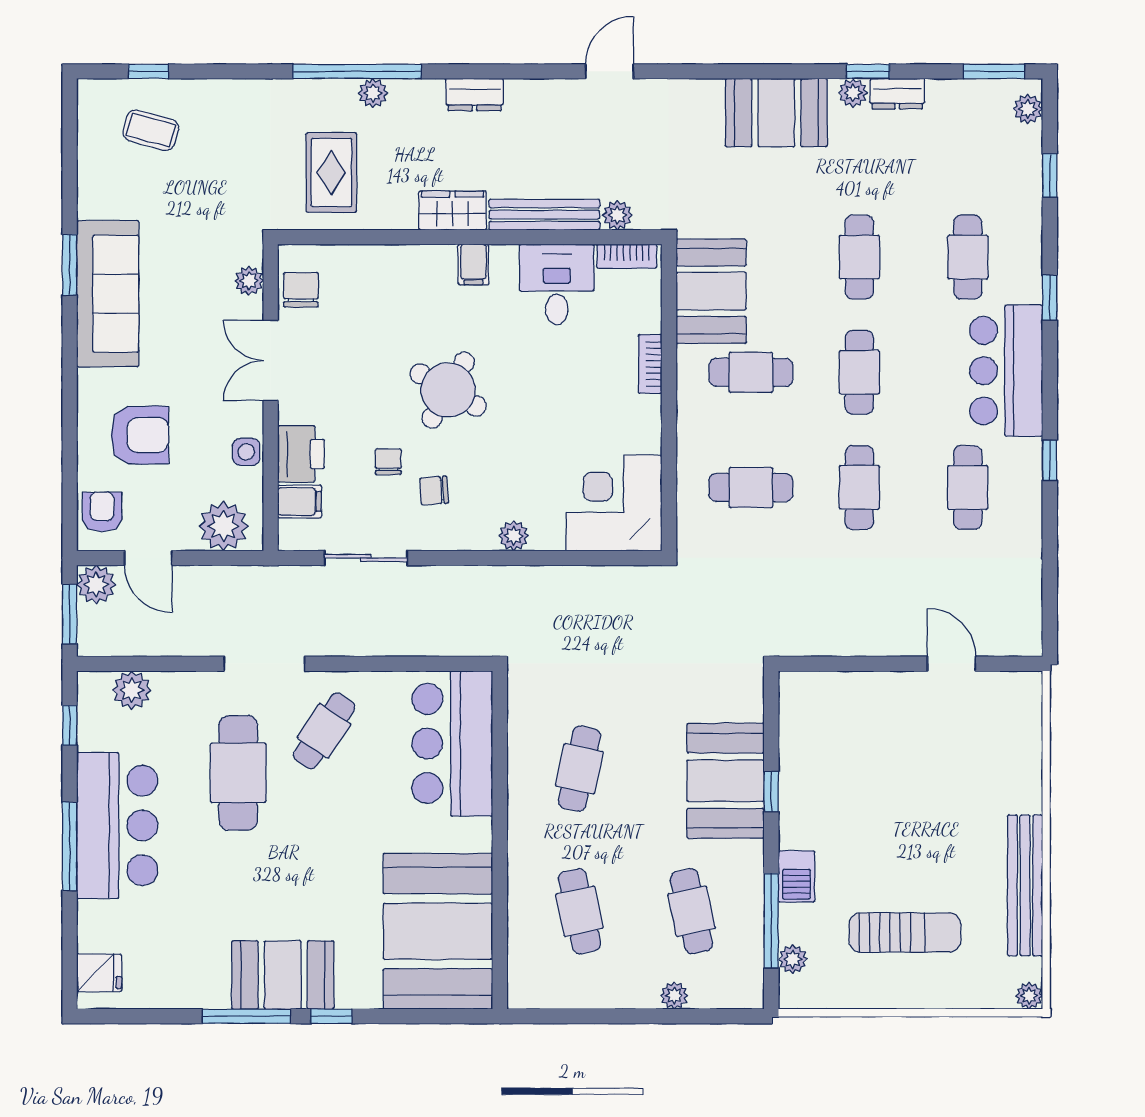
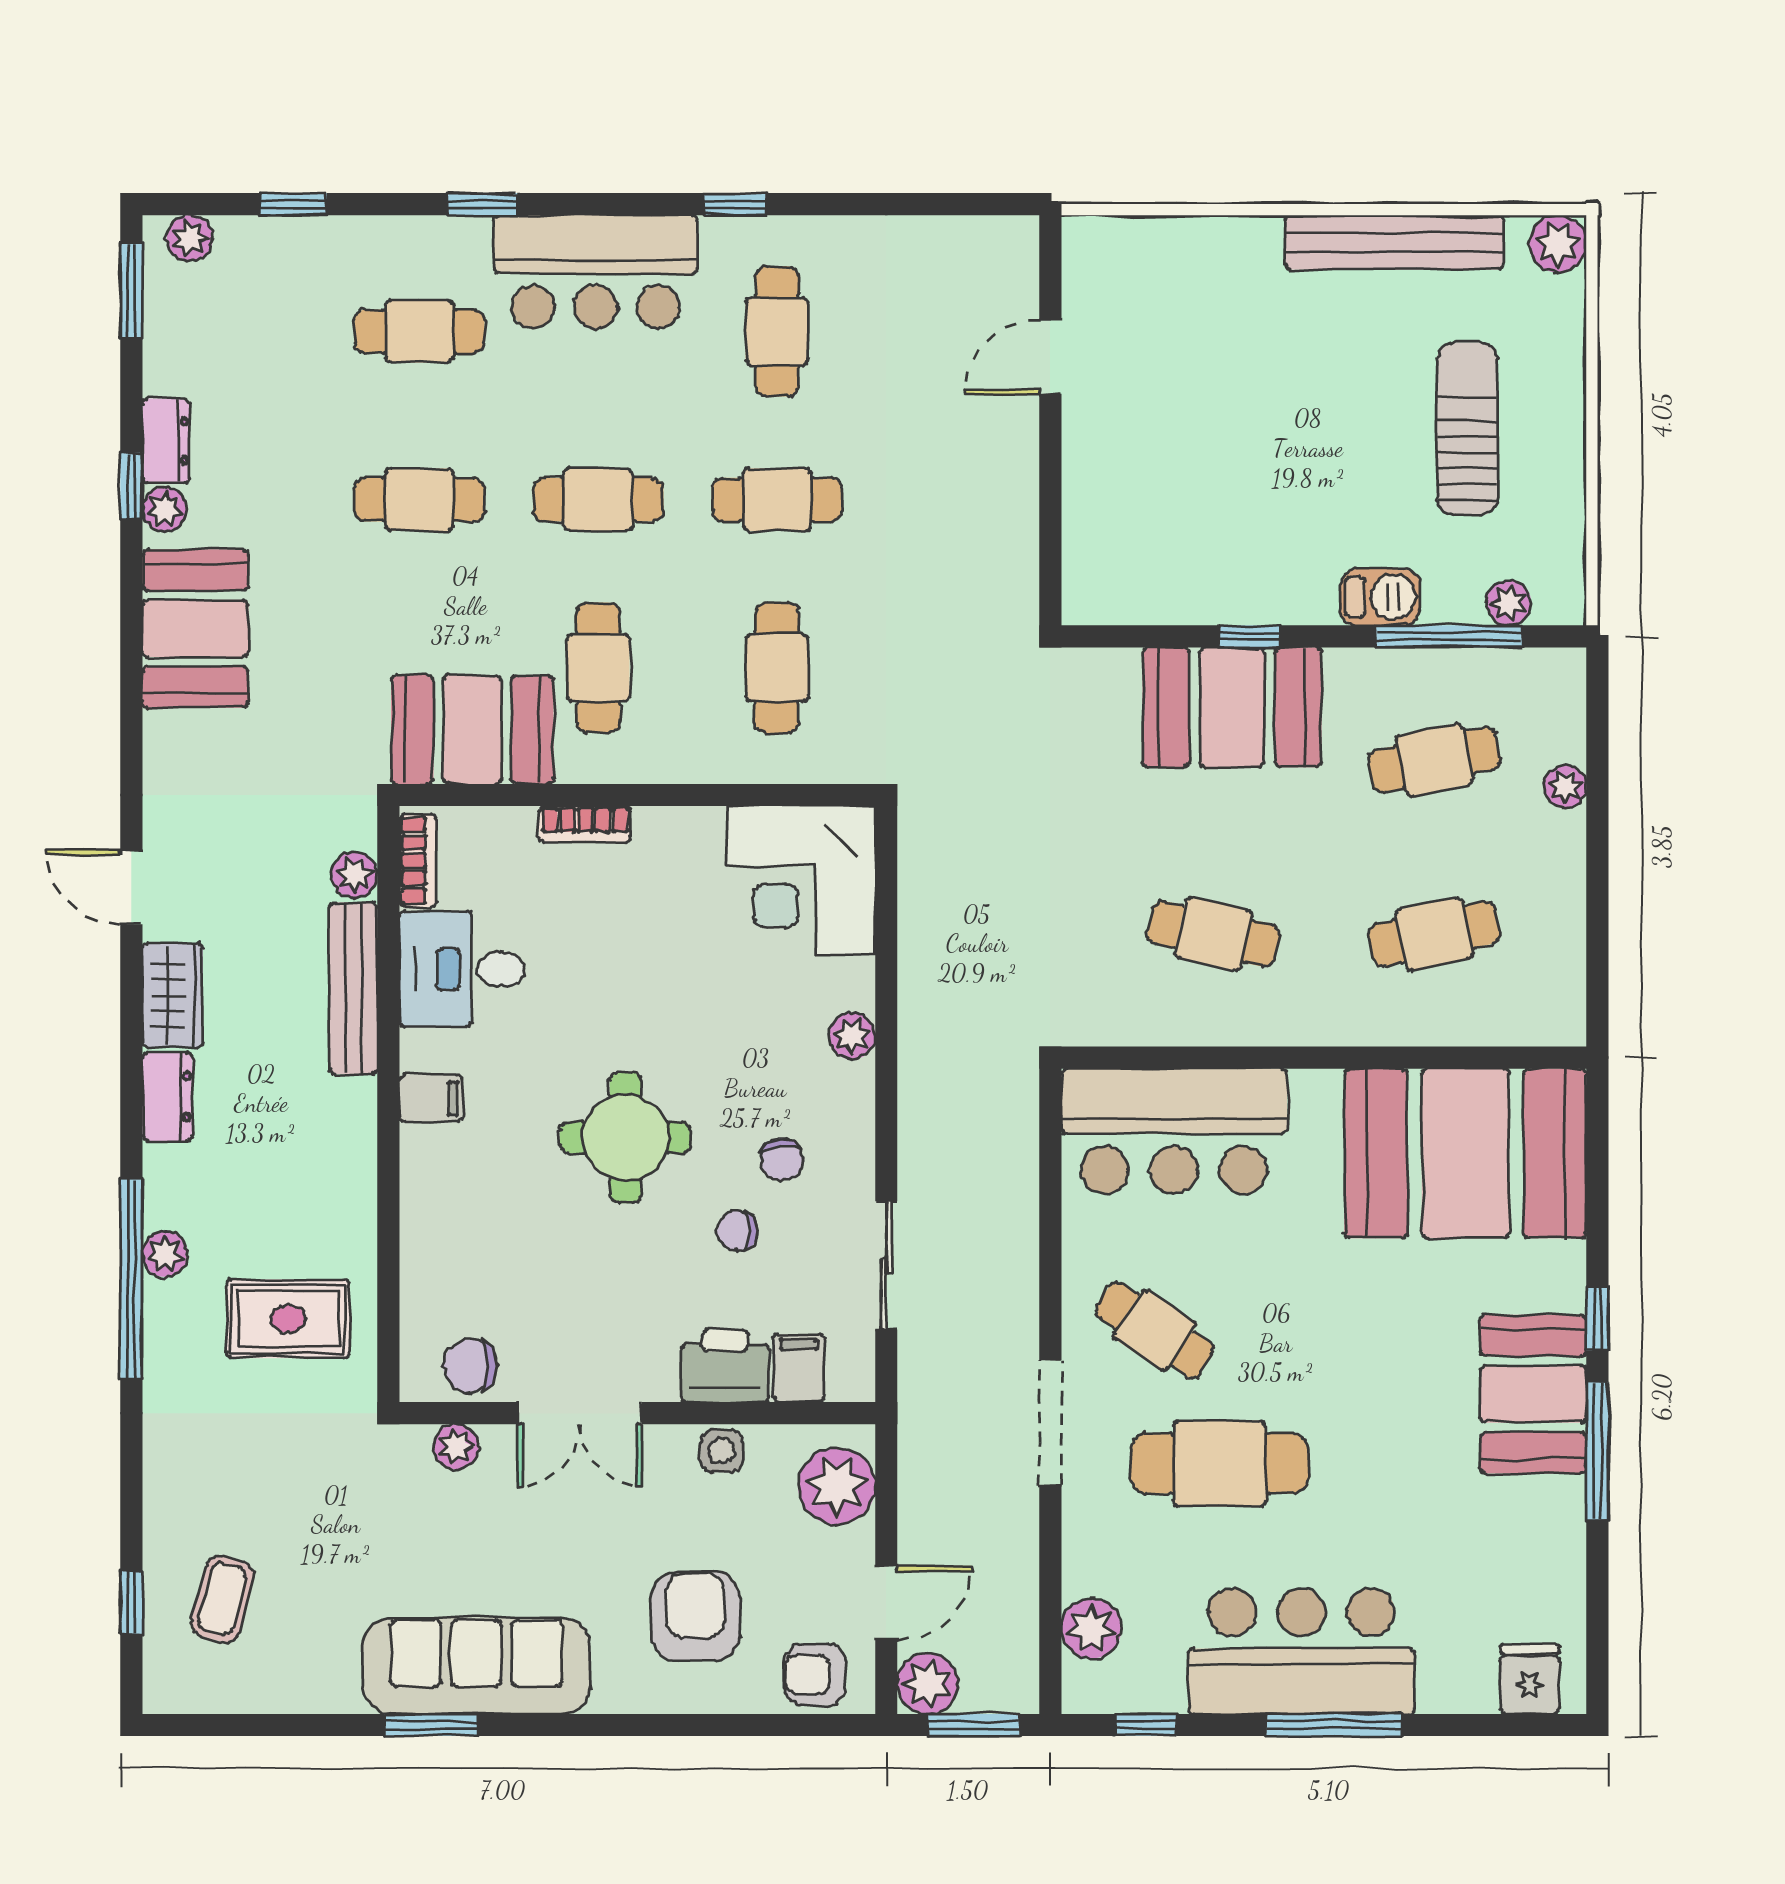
wardrobe: (453, 211) -> (173, 995), moved, turned 180
round table: (448, 390) -> (626, 1138), turned -30
cafe table: (968, 487) -> (777, 331), turned 90
plant: (1029, 996) -> (1558, 244), width x1.38, depth x1.38

